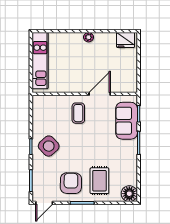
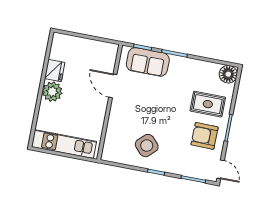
plant: (89, 37) -> (52, 92), width x1.87, depth x1.87
fridge: (126, 40) -> (55, 71), moved
coffee table: (78, 113) -> (129, 113), removed
side table: (49, 146) -> (147, 146), moved

